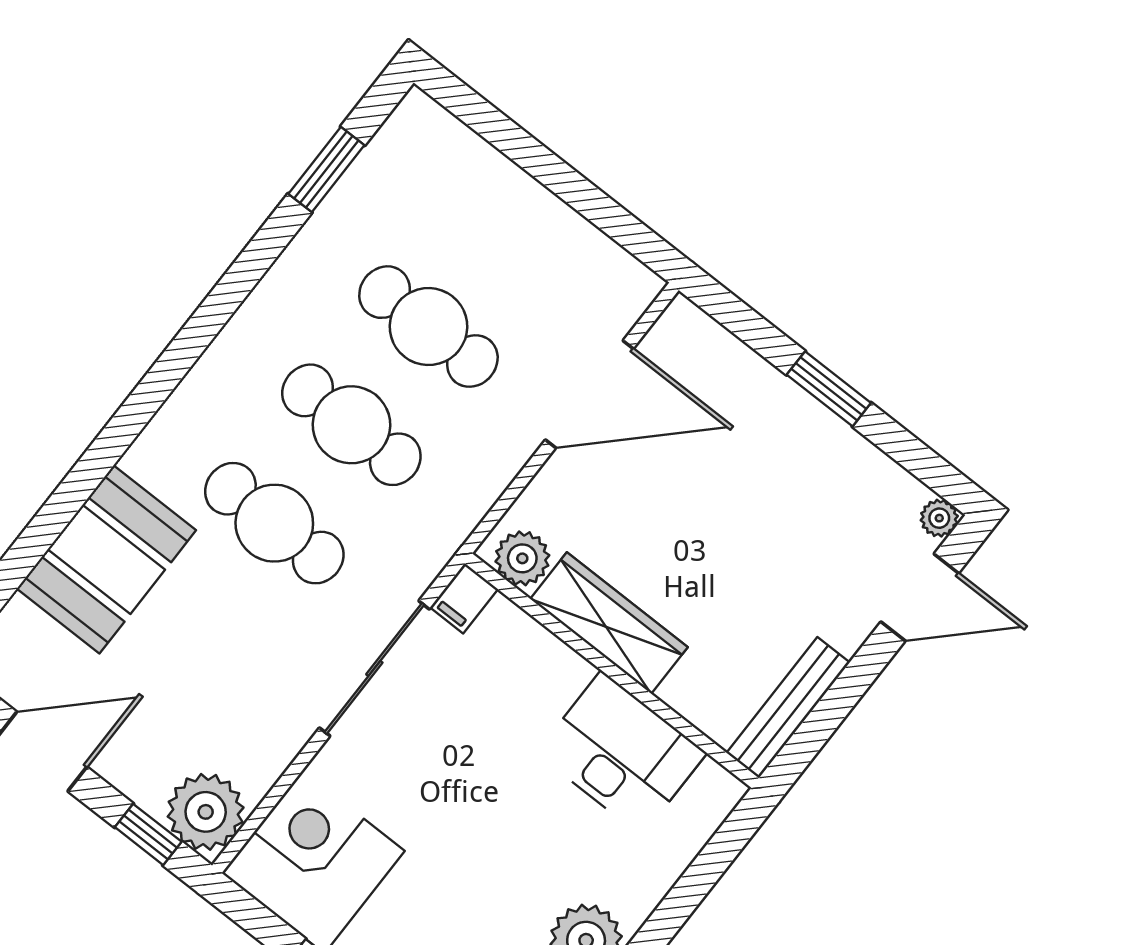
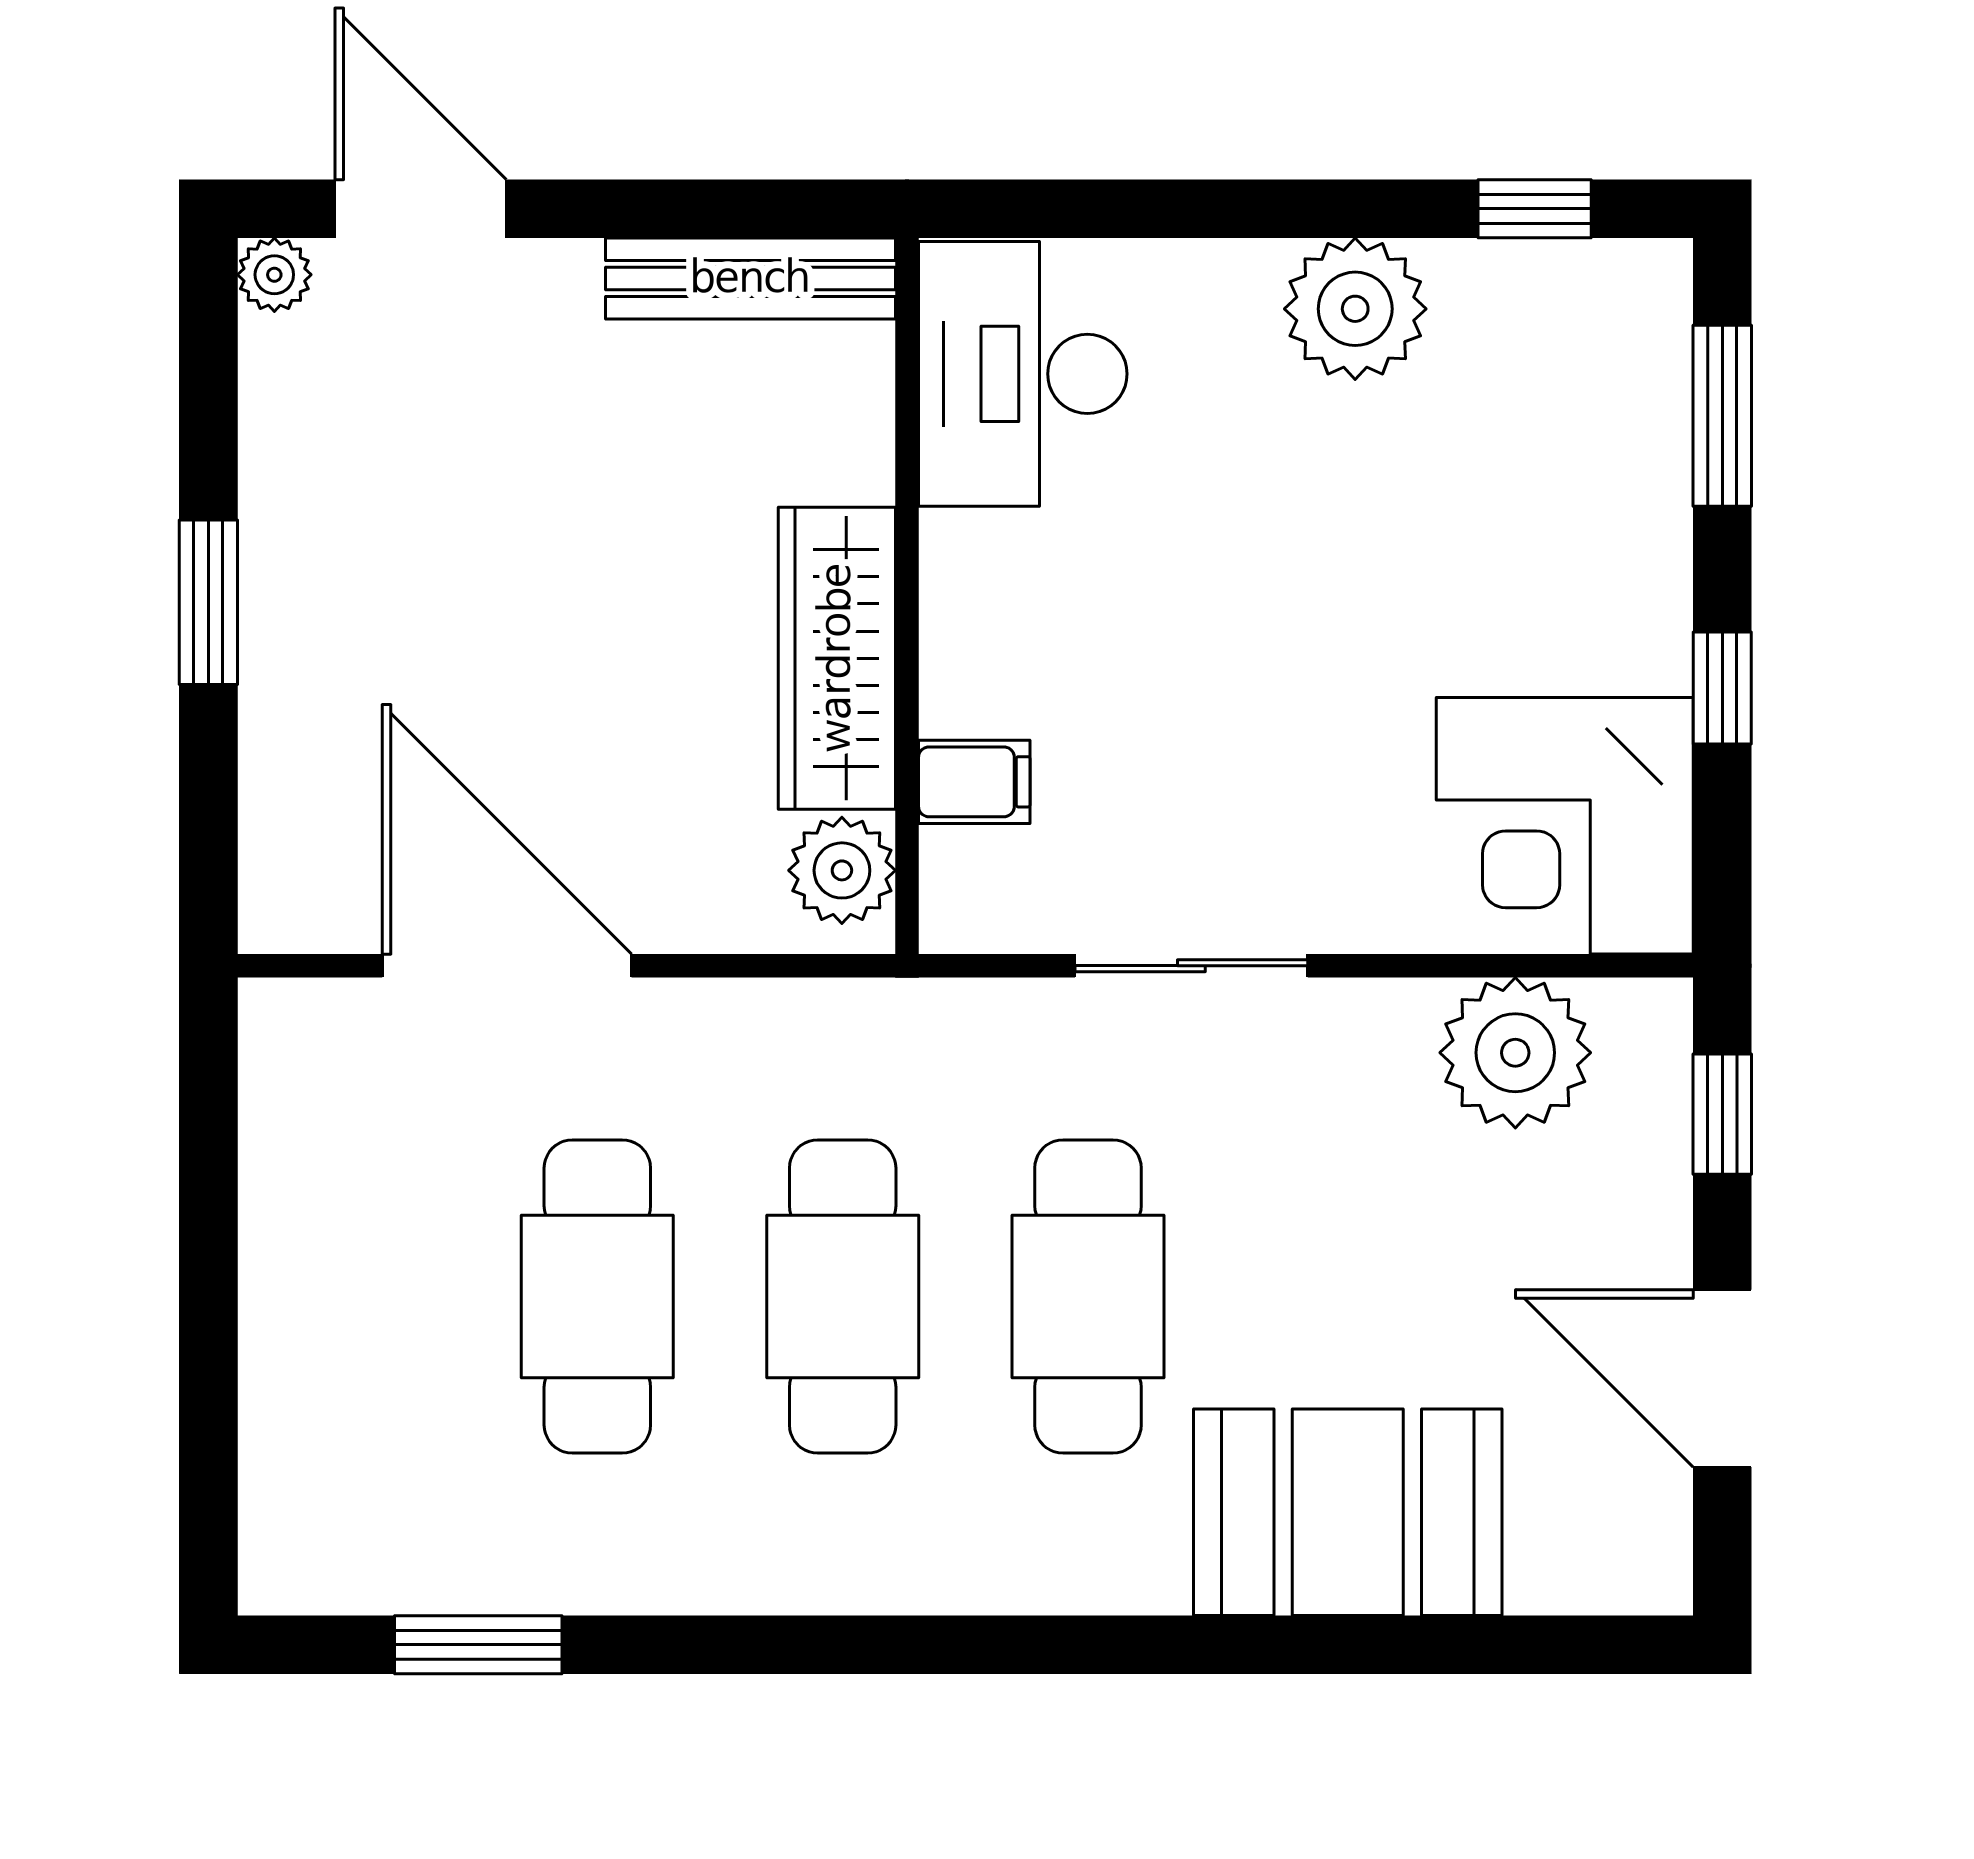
filing cabinet: (464, 598) -> (974, 782), moved
sliding door: (374, 668) -> (1191, 966), width x0.73
desk: (621, 753) -> (1023, 374), moved
plant: (206, 812) -> (1515, 1053), moved

